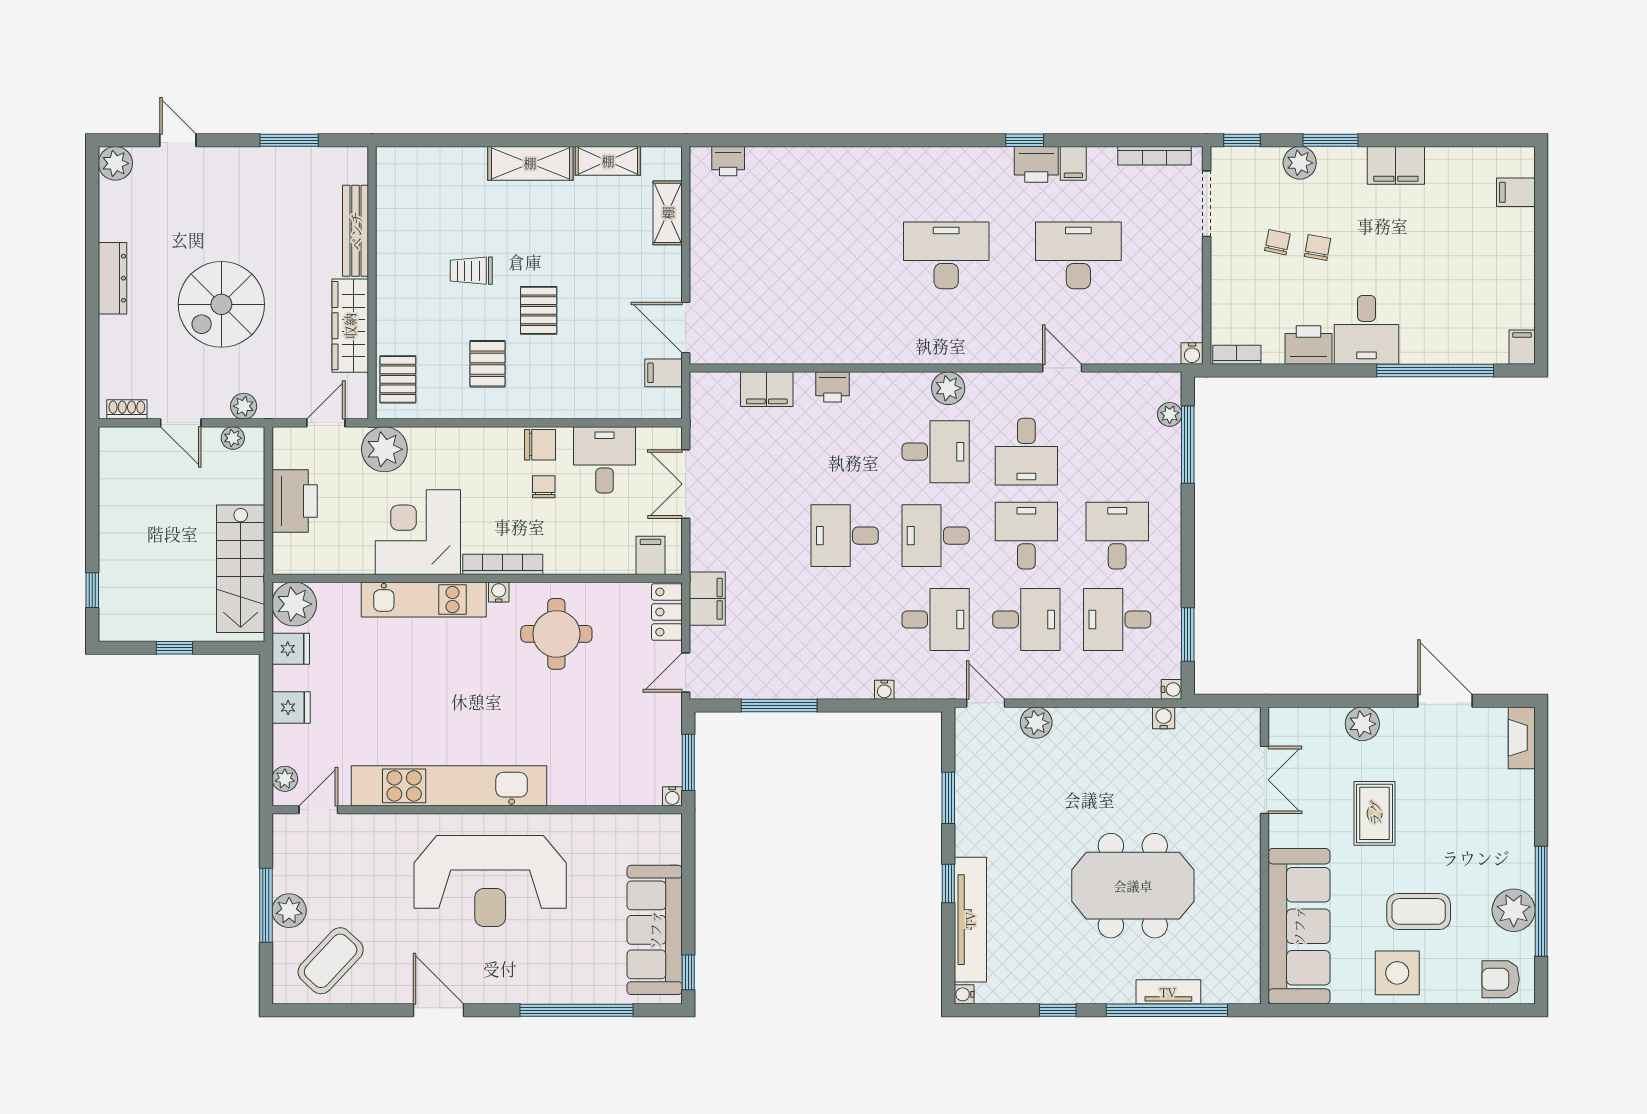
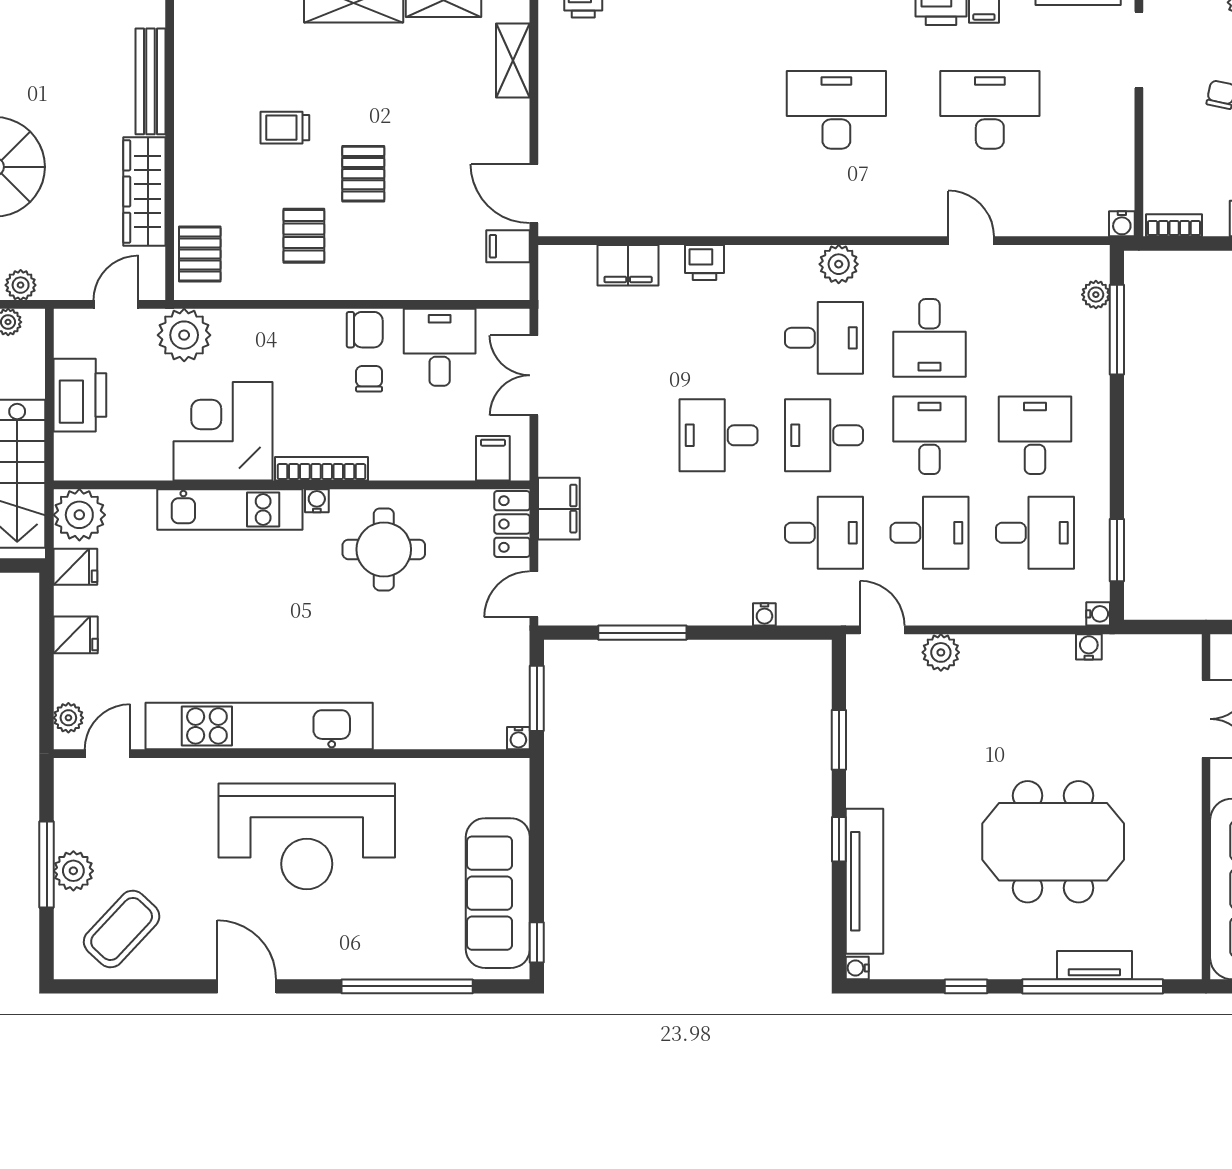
desk: (1117, 620) -> (1035, 533), turned 180

